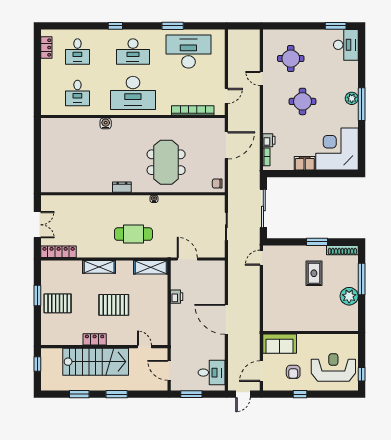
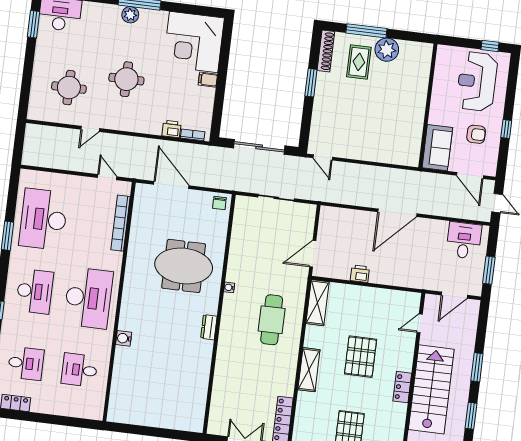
desk: (77, 93) -> (80, 370), turned 180
filing cabinet: (305, 163) -> (208, 80), width x0.50
rug: (314, 273) -> (359, 62), moved, turned 90

